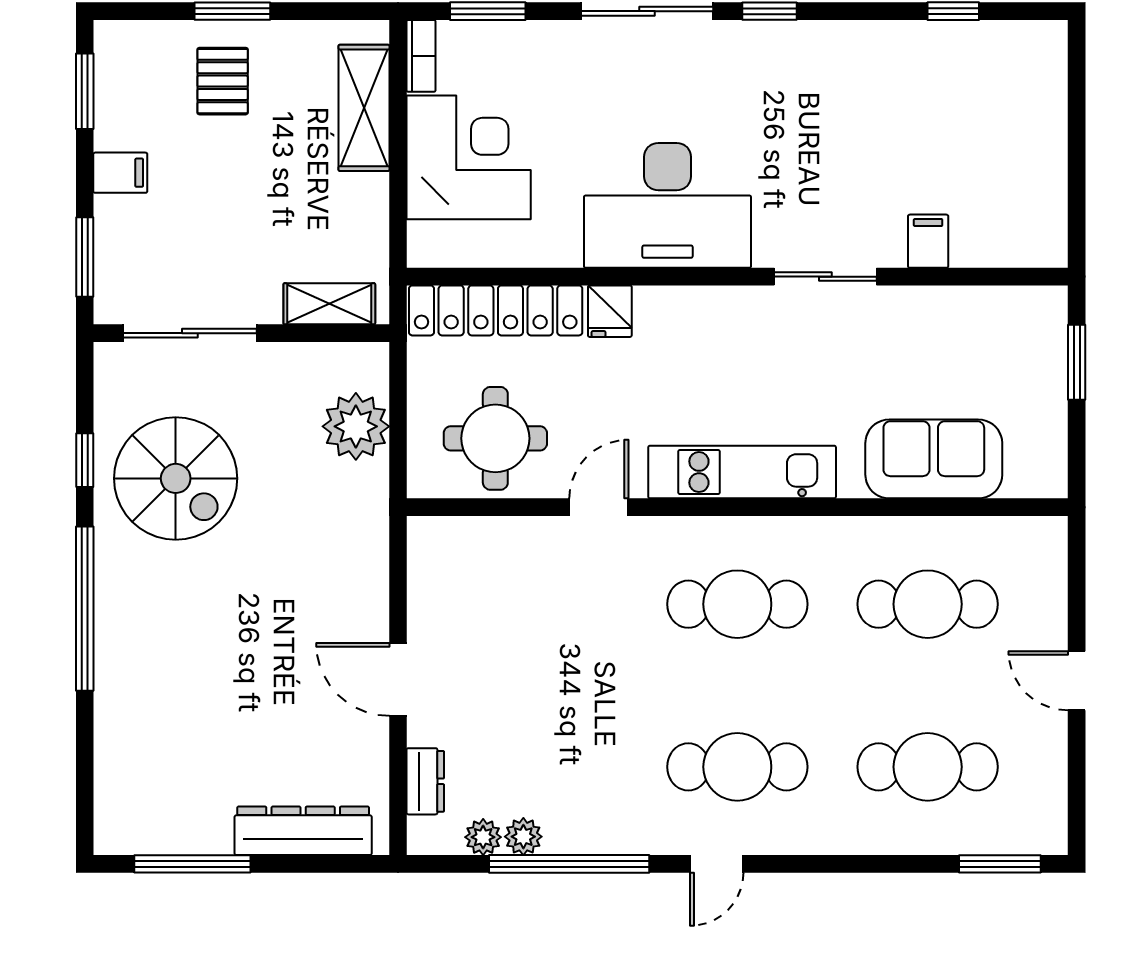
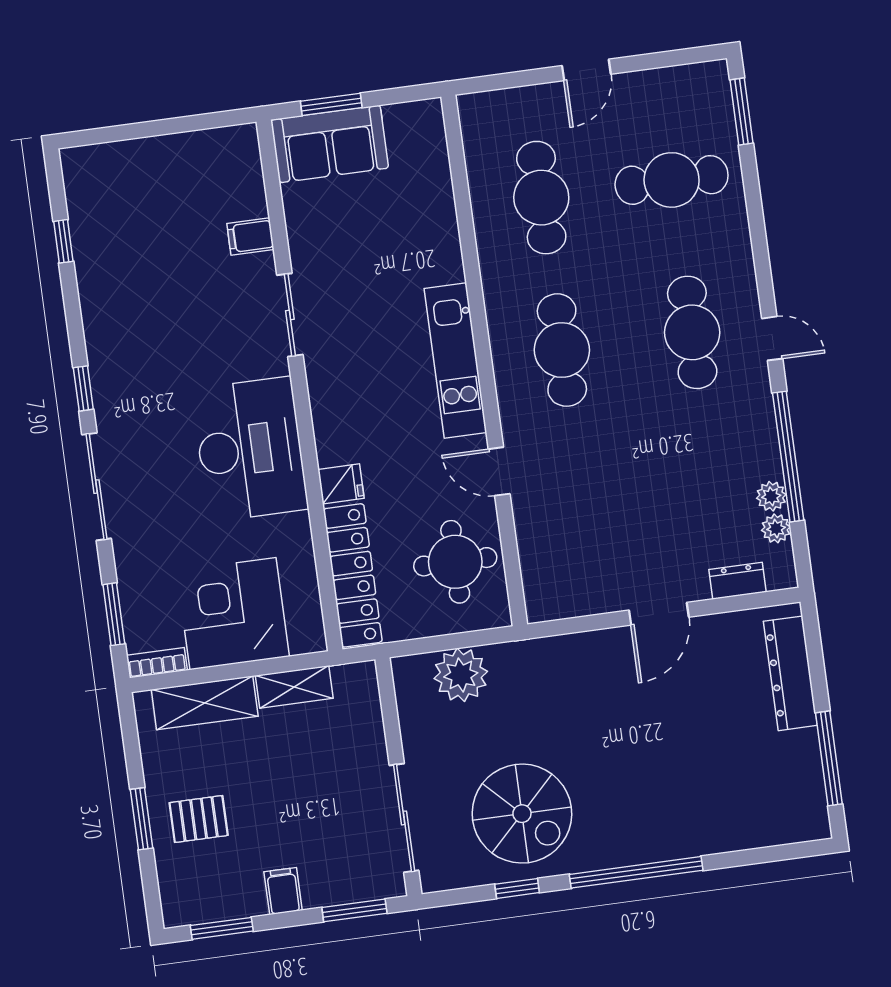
shelving: (329, 304) -> (294, 687), moved, turned 90
sofa: (934, 459) -> (330, 144), moved, turned -90
spiral stairs: (176, 478) -> (522, 814), turned 90
cafe table: (928, 767) -> (672, 180), turned 90

